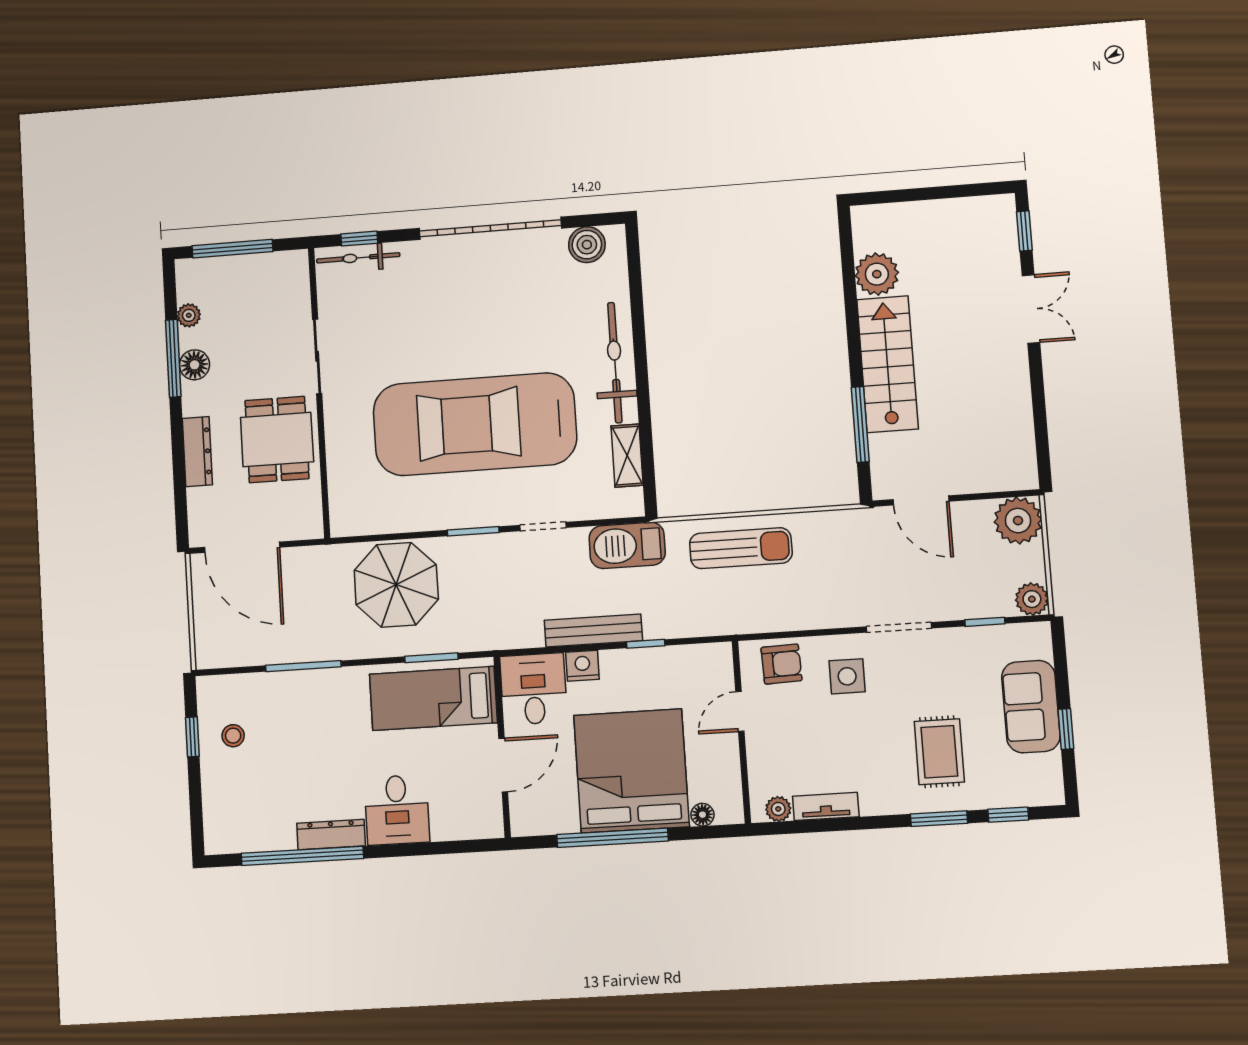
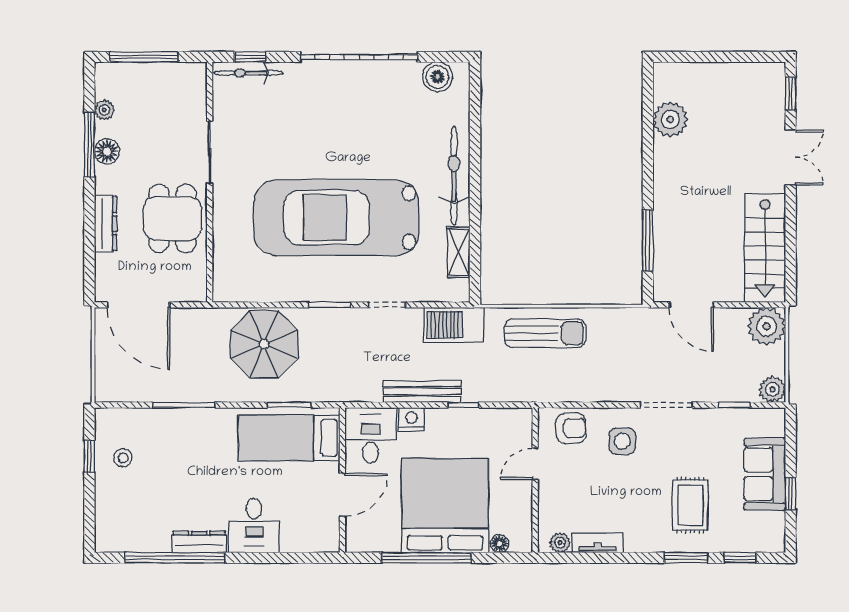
stairs: (888, 364) -> (765, 248), moved, turned 180

